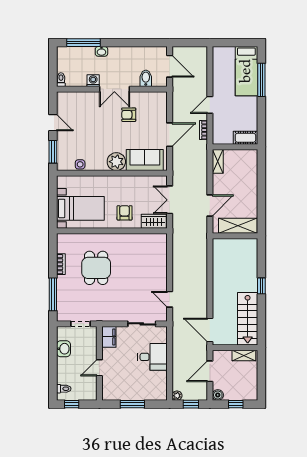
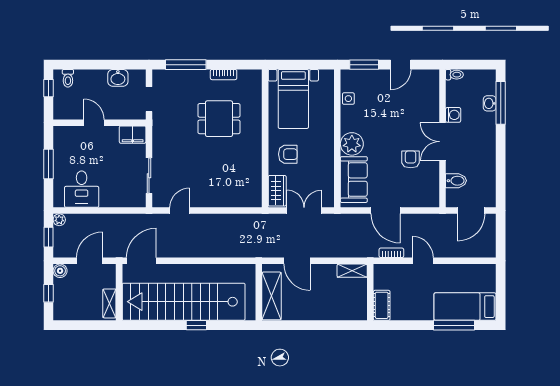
washbasin: (101, 51) -> (490, 103), moved
stairs: (248, 319) -> (184, 302), width x1.86, depth x1.51
desk: (152, 357) -> (82, 189), moved
door: (210, 371) -> (90, 261), hinge flipped

